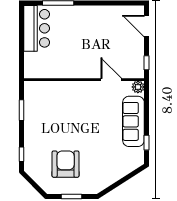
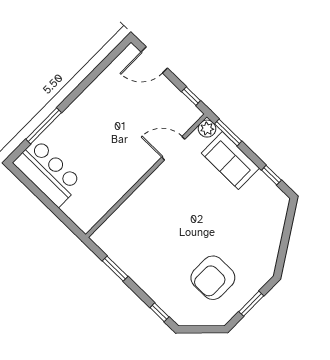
window: (147, 100) -> (228, 133), added
sofa: (133, 121) -> (230, 161), width x0.73
armchair: (66, 164) -> (213, 278), turned -90

